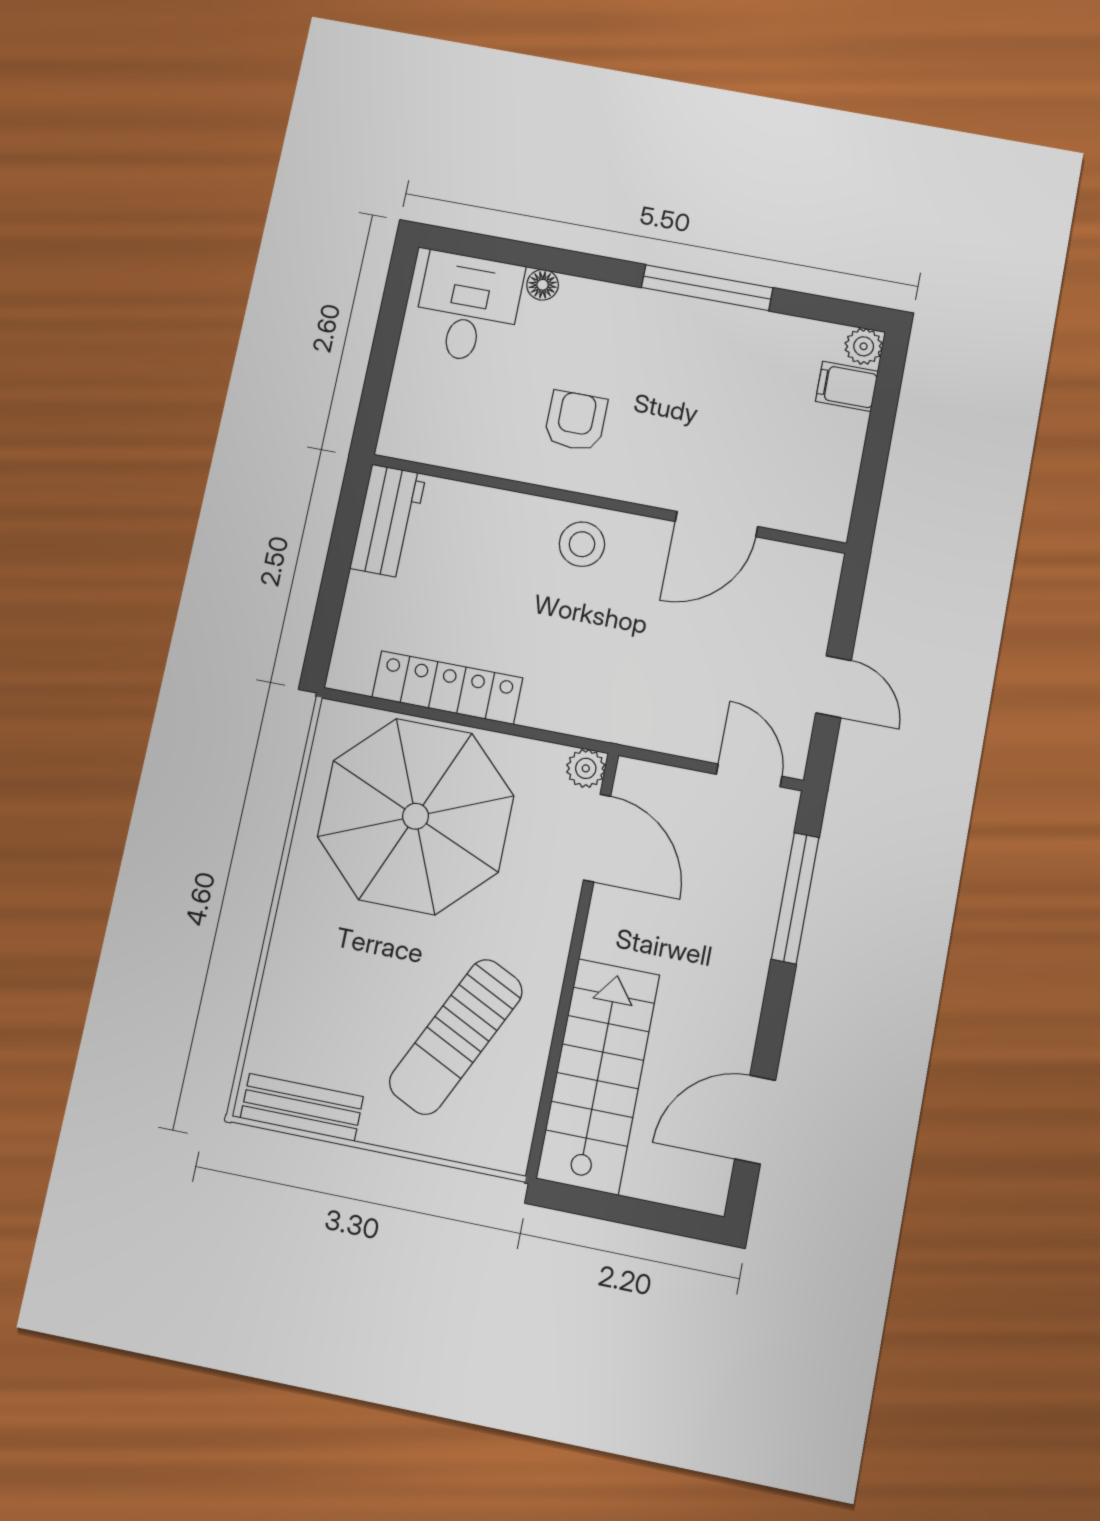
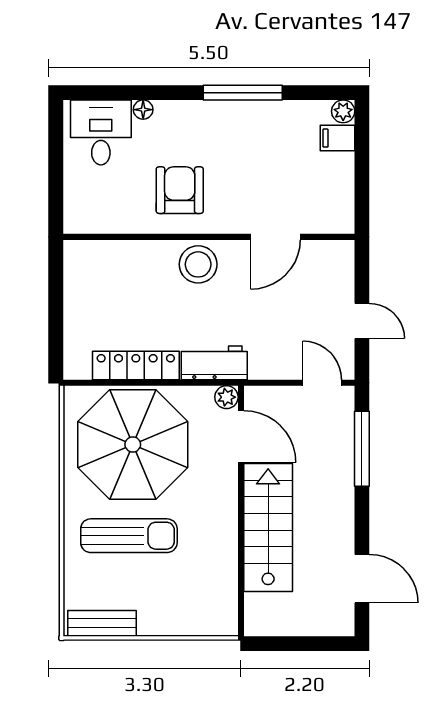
armchair: (576, 421) -> (180, 190), width x1.38, depth x1.38
workbench: (388, 521) -> (214, 363), moved, turned -90
stool: (582, 544) -> (198, 264), width x1.38, depth x1.38
sun lounger: (456, 1037) -> (129, 536), moved, turned -116
stairs: (598, 1076) -> (268, 528), moved
door: (755, 1120) -> (362, 579), swing flipped

